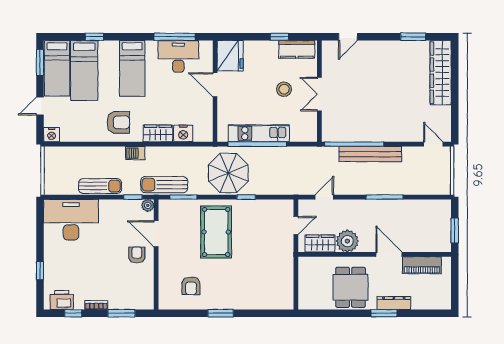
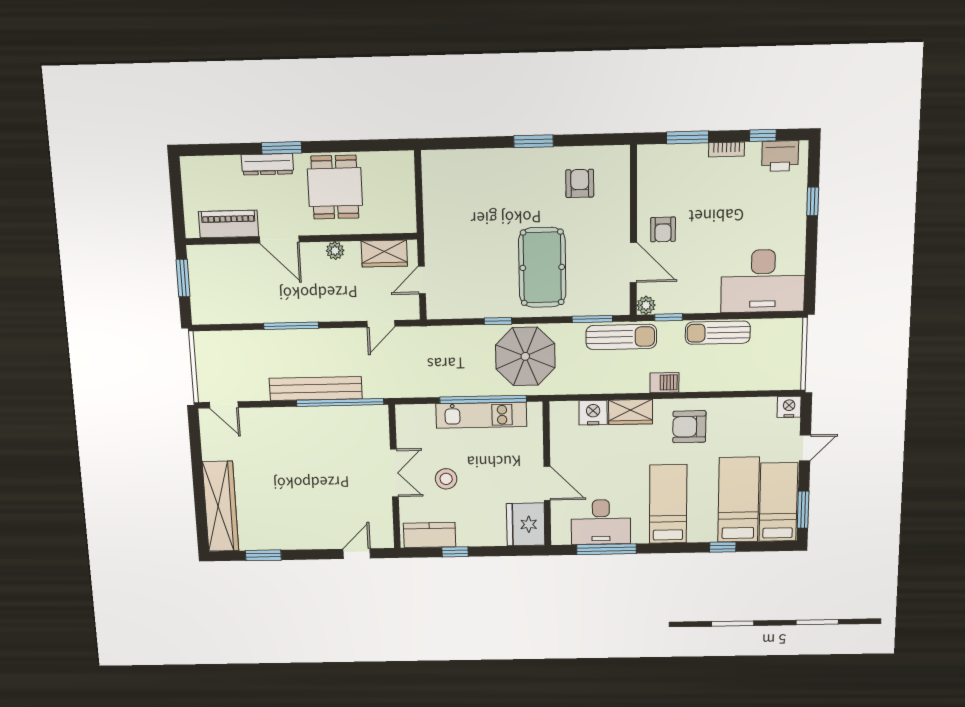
plant: (347, 241) -> (335, 251), width x0.53, depth x0.53

